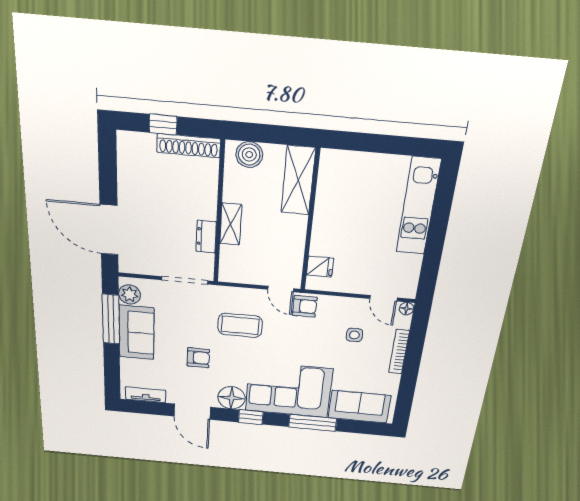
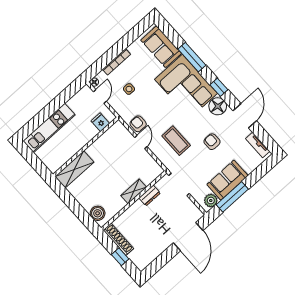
shelving: (298, 180) -> (74, 169), moved
wall: (310, 222) -> (86, 147), moved
fridge: (320, 267) -> (100, 122), moved

